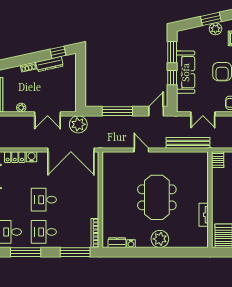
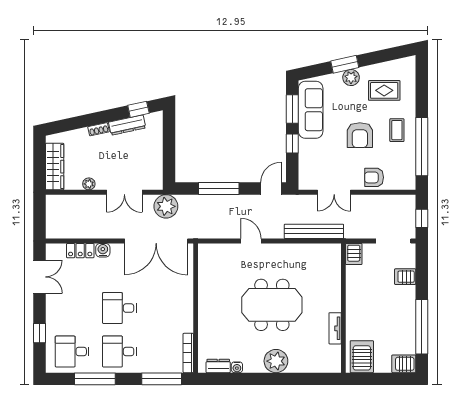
sofa: (186, 72) -> (311, 110), moved
meeting table: (157, 197) -> (272, 305), turned 90

